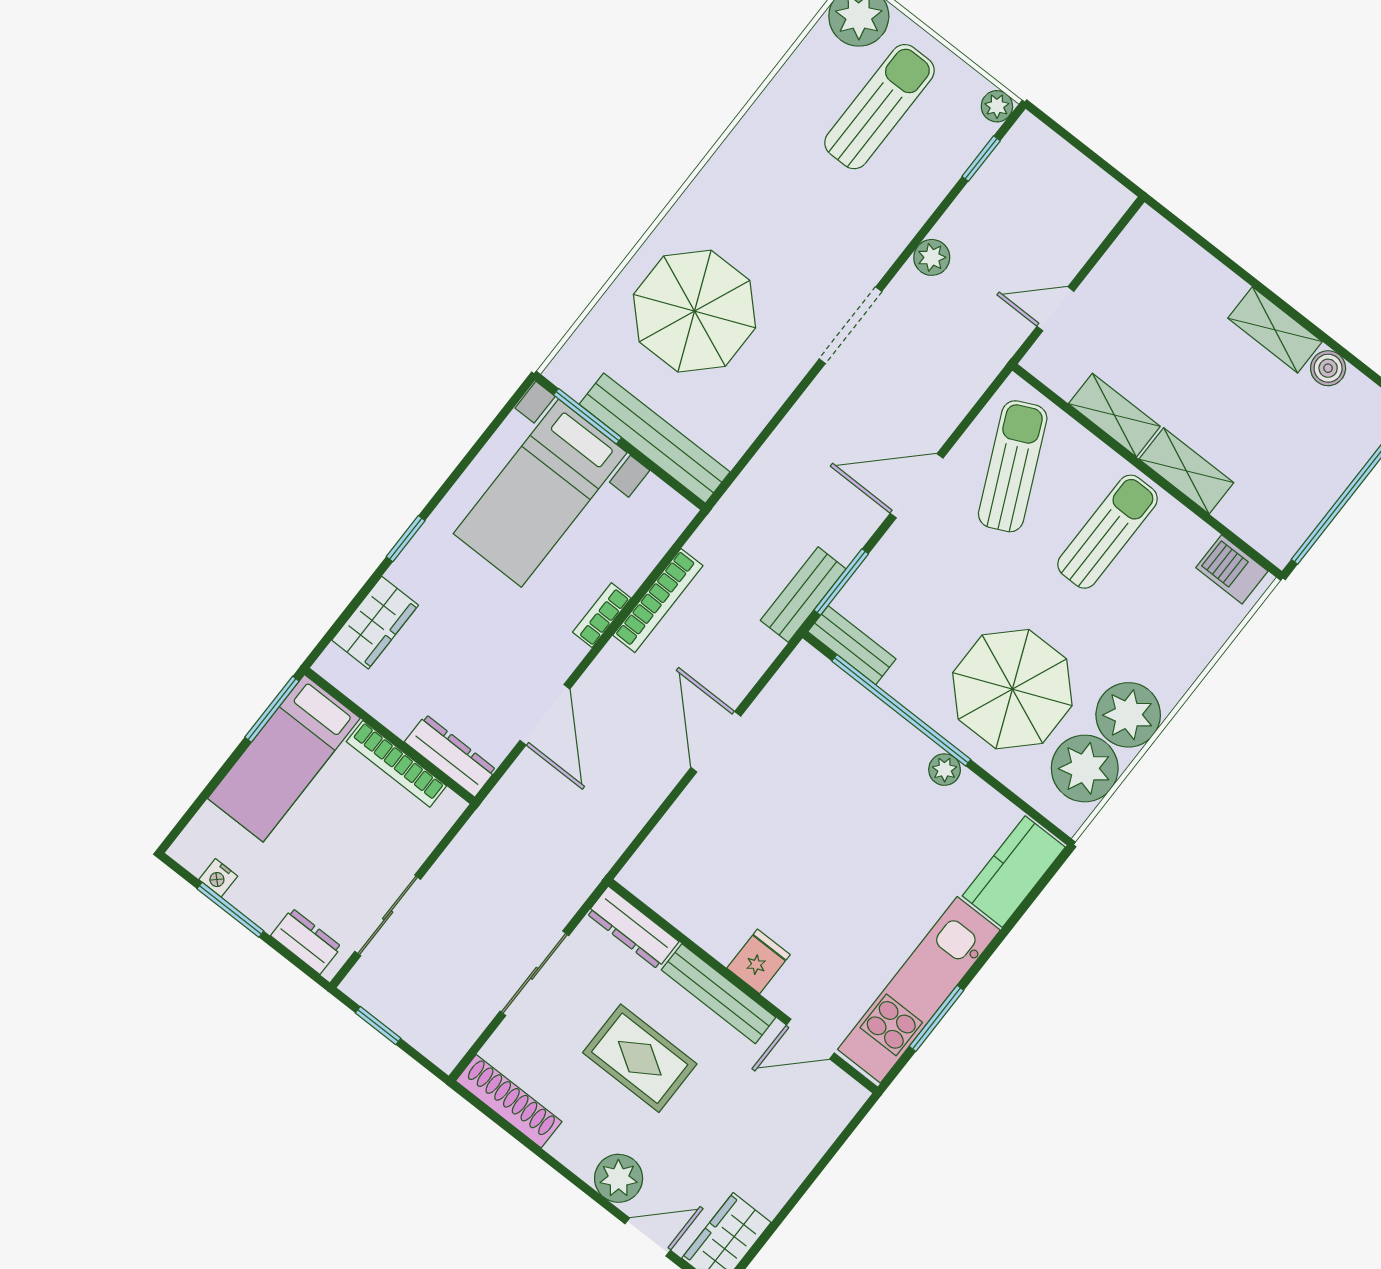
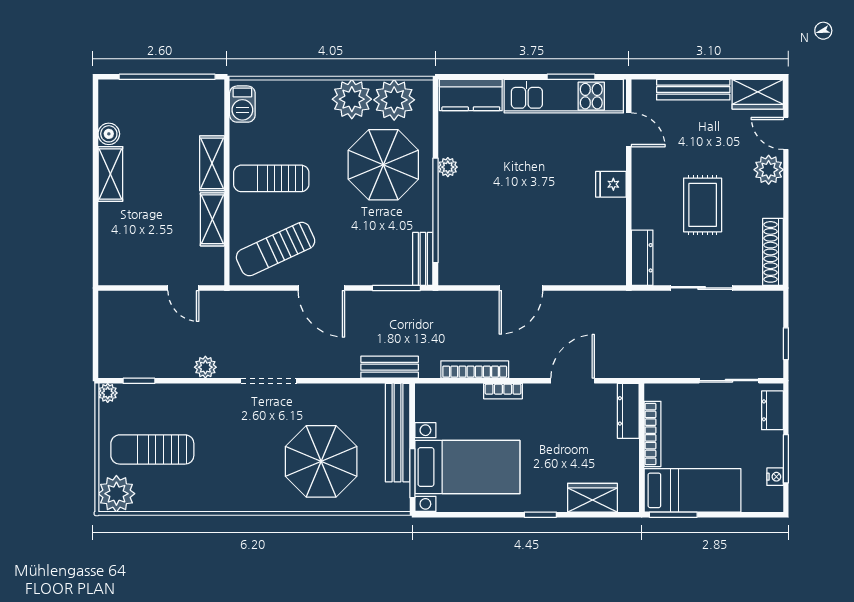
bench: (803, 595) -> (390, 367), moved
bench: (719, 994) -> (693, 90), moved, turned 90

